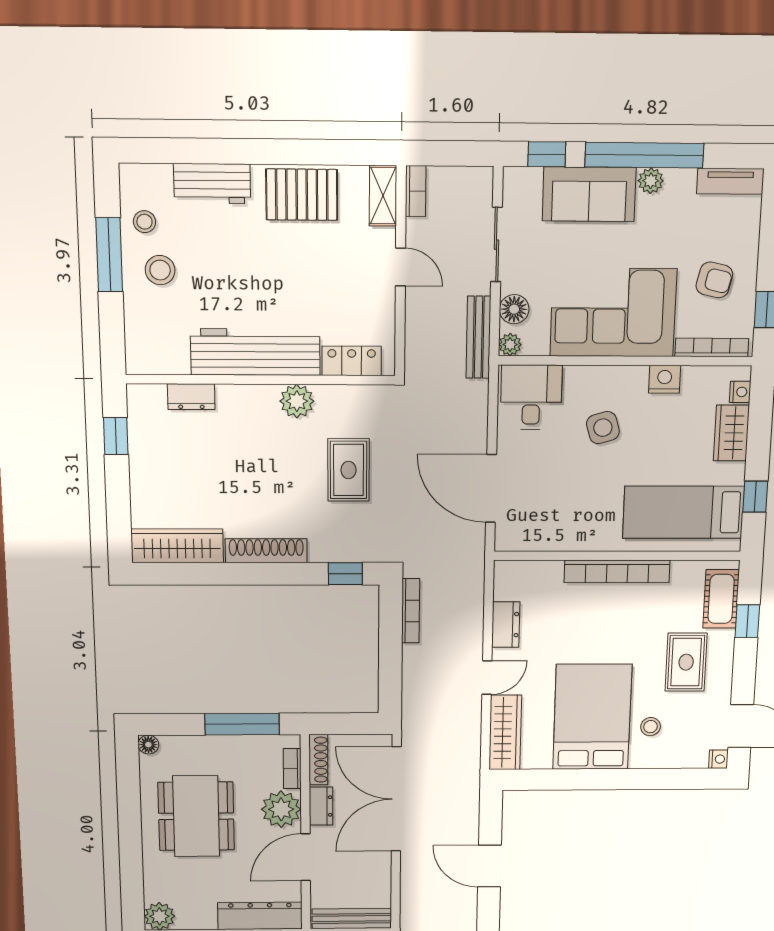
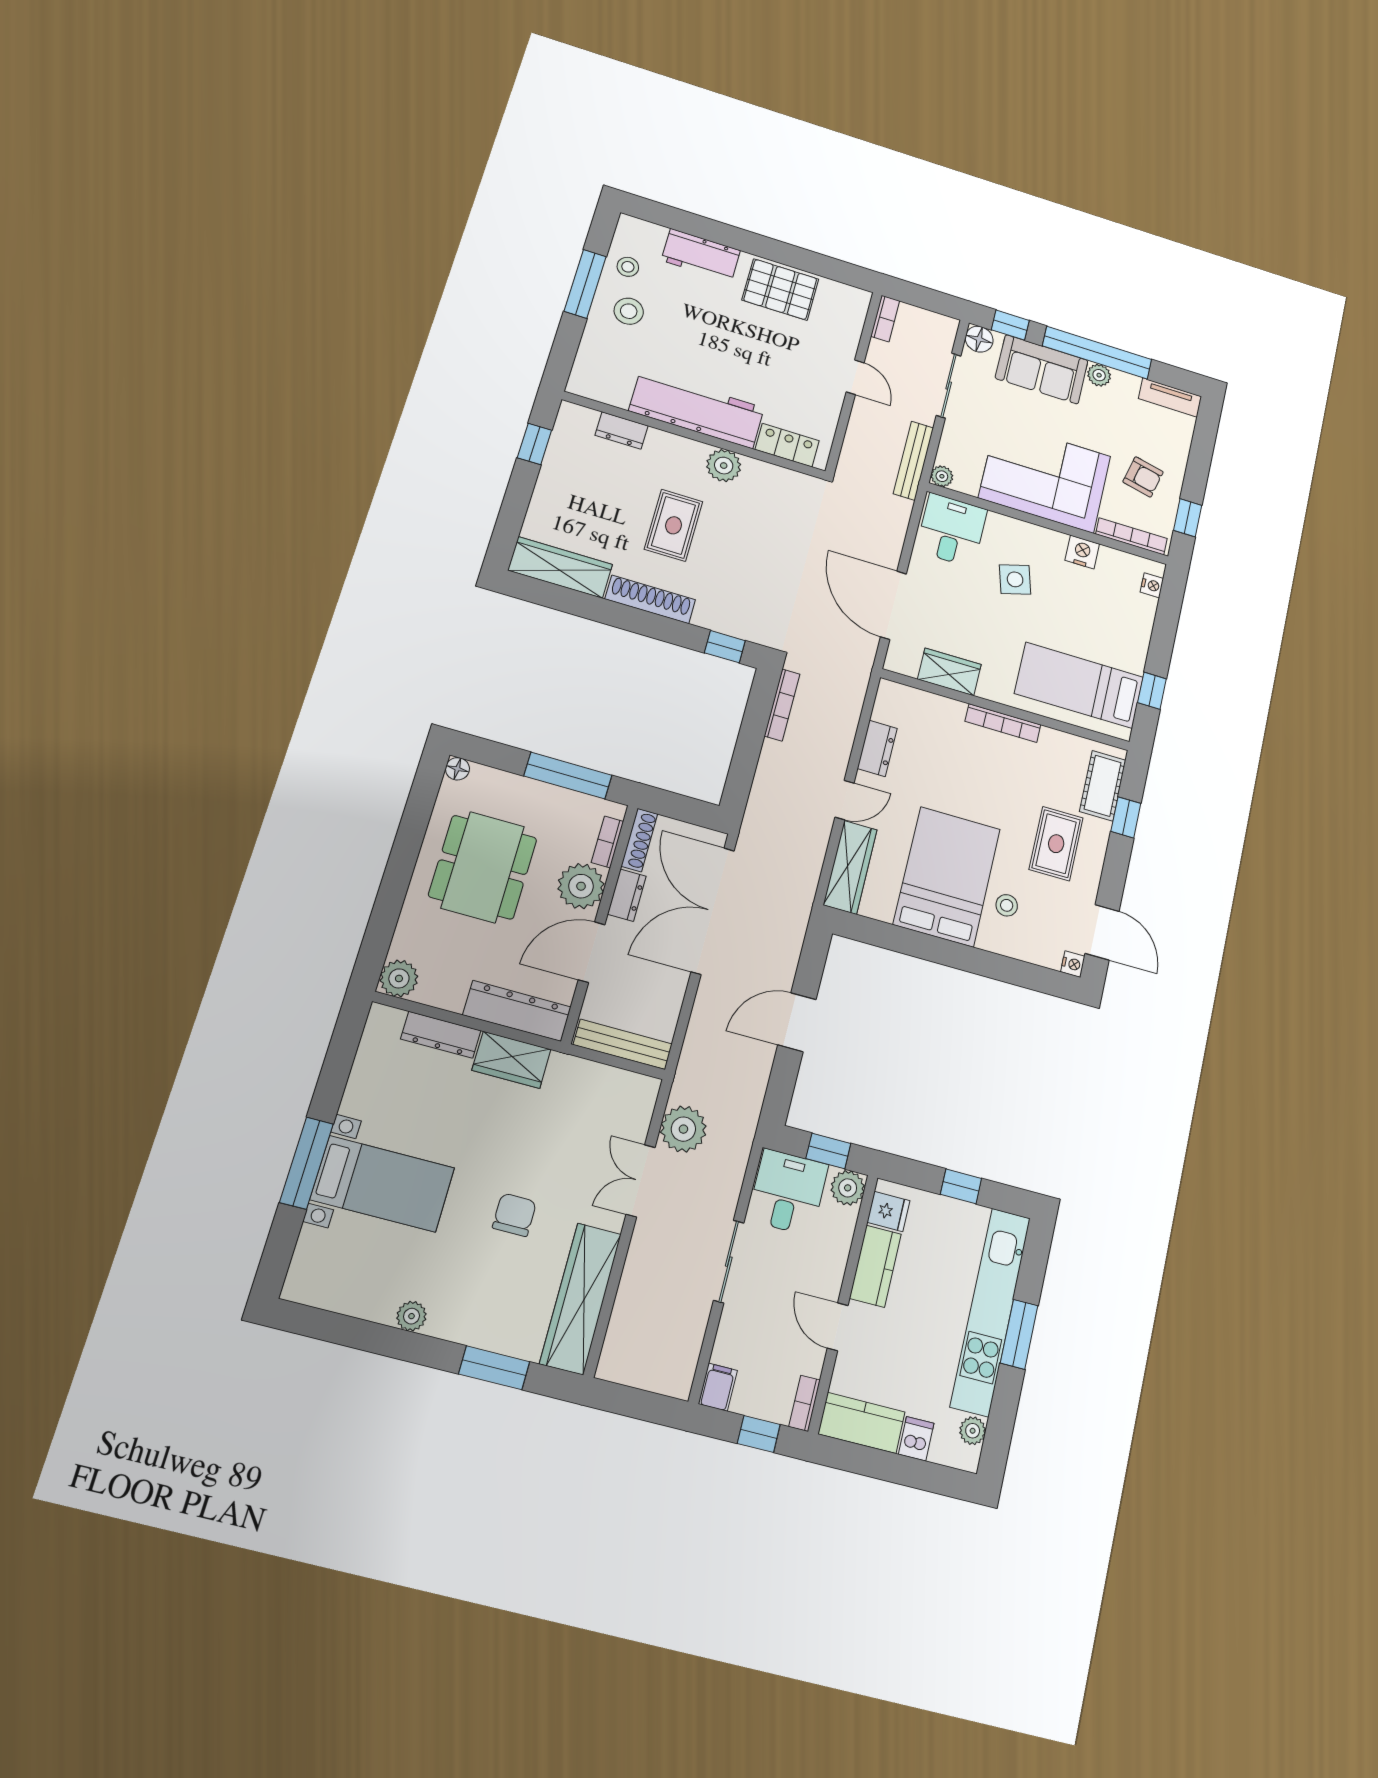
shelving: (383, 196) -> (854, 313), removed
floor lamp: (514, 309) -> (979, 339), moved
wardrobe: (731, 433) -> (949, 672), moved, turned 90
rug: (349, 470) -> (673, 525), moved
bookcase: (617, 571) -> (1003, 723), width x0.68, depth x0.76
door: (489, 866) -> (797, 1022), hinge flipped

